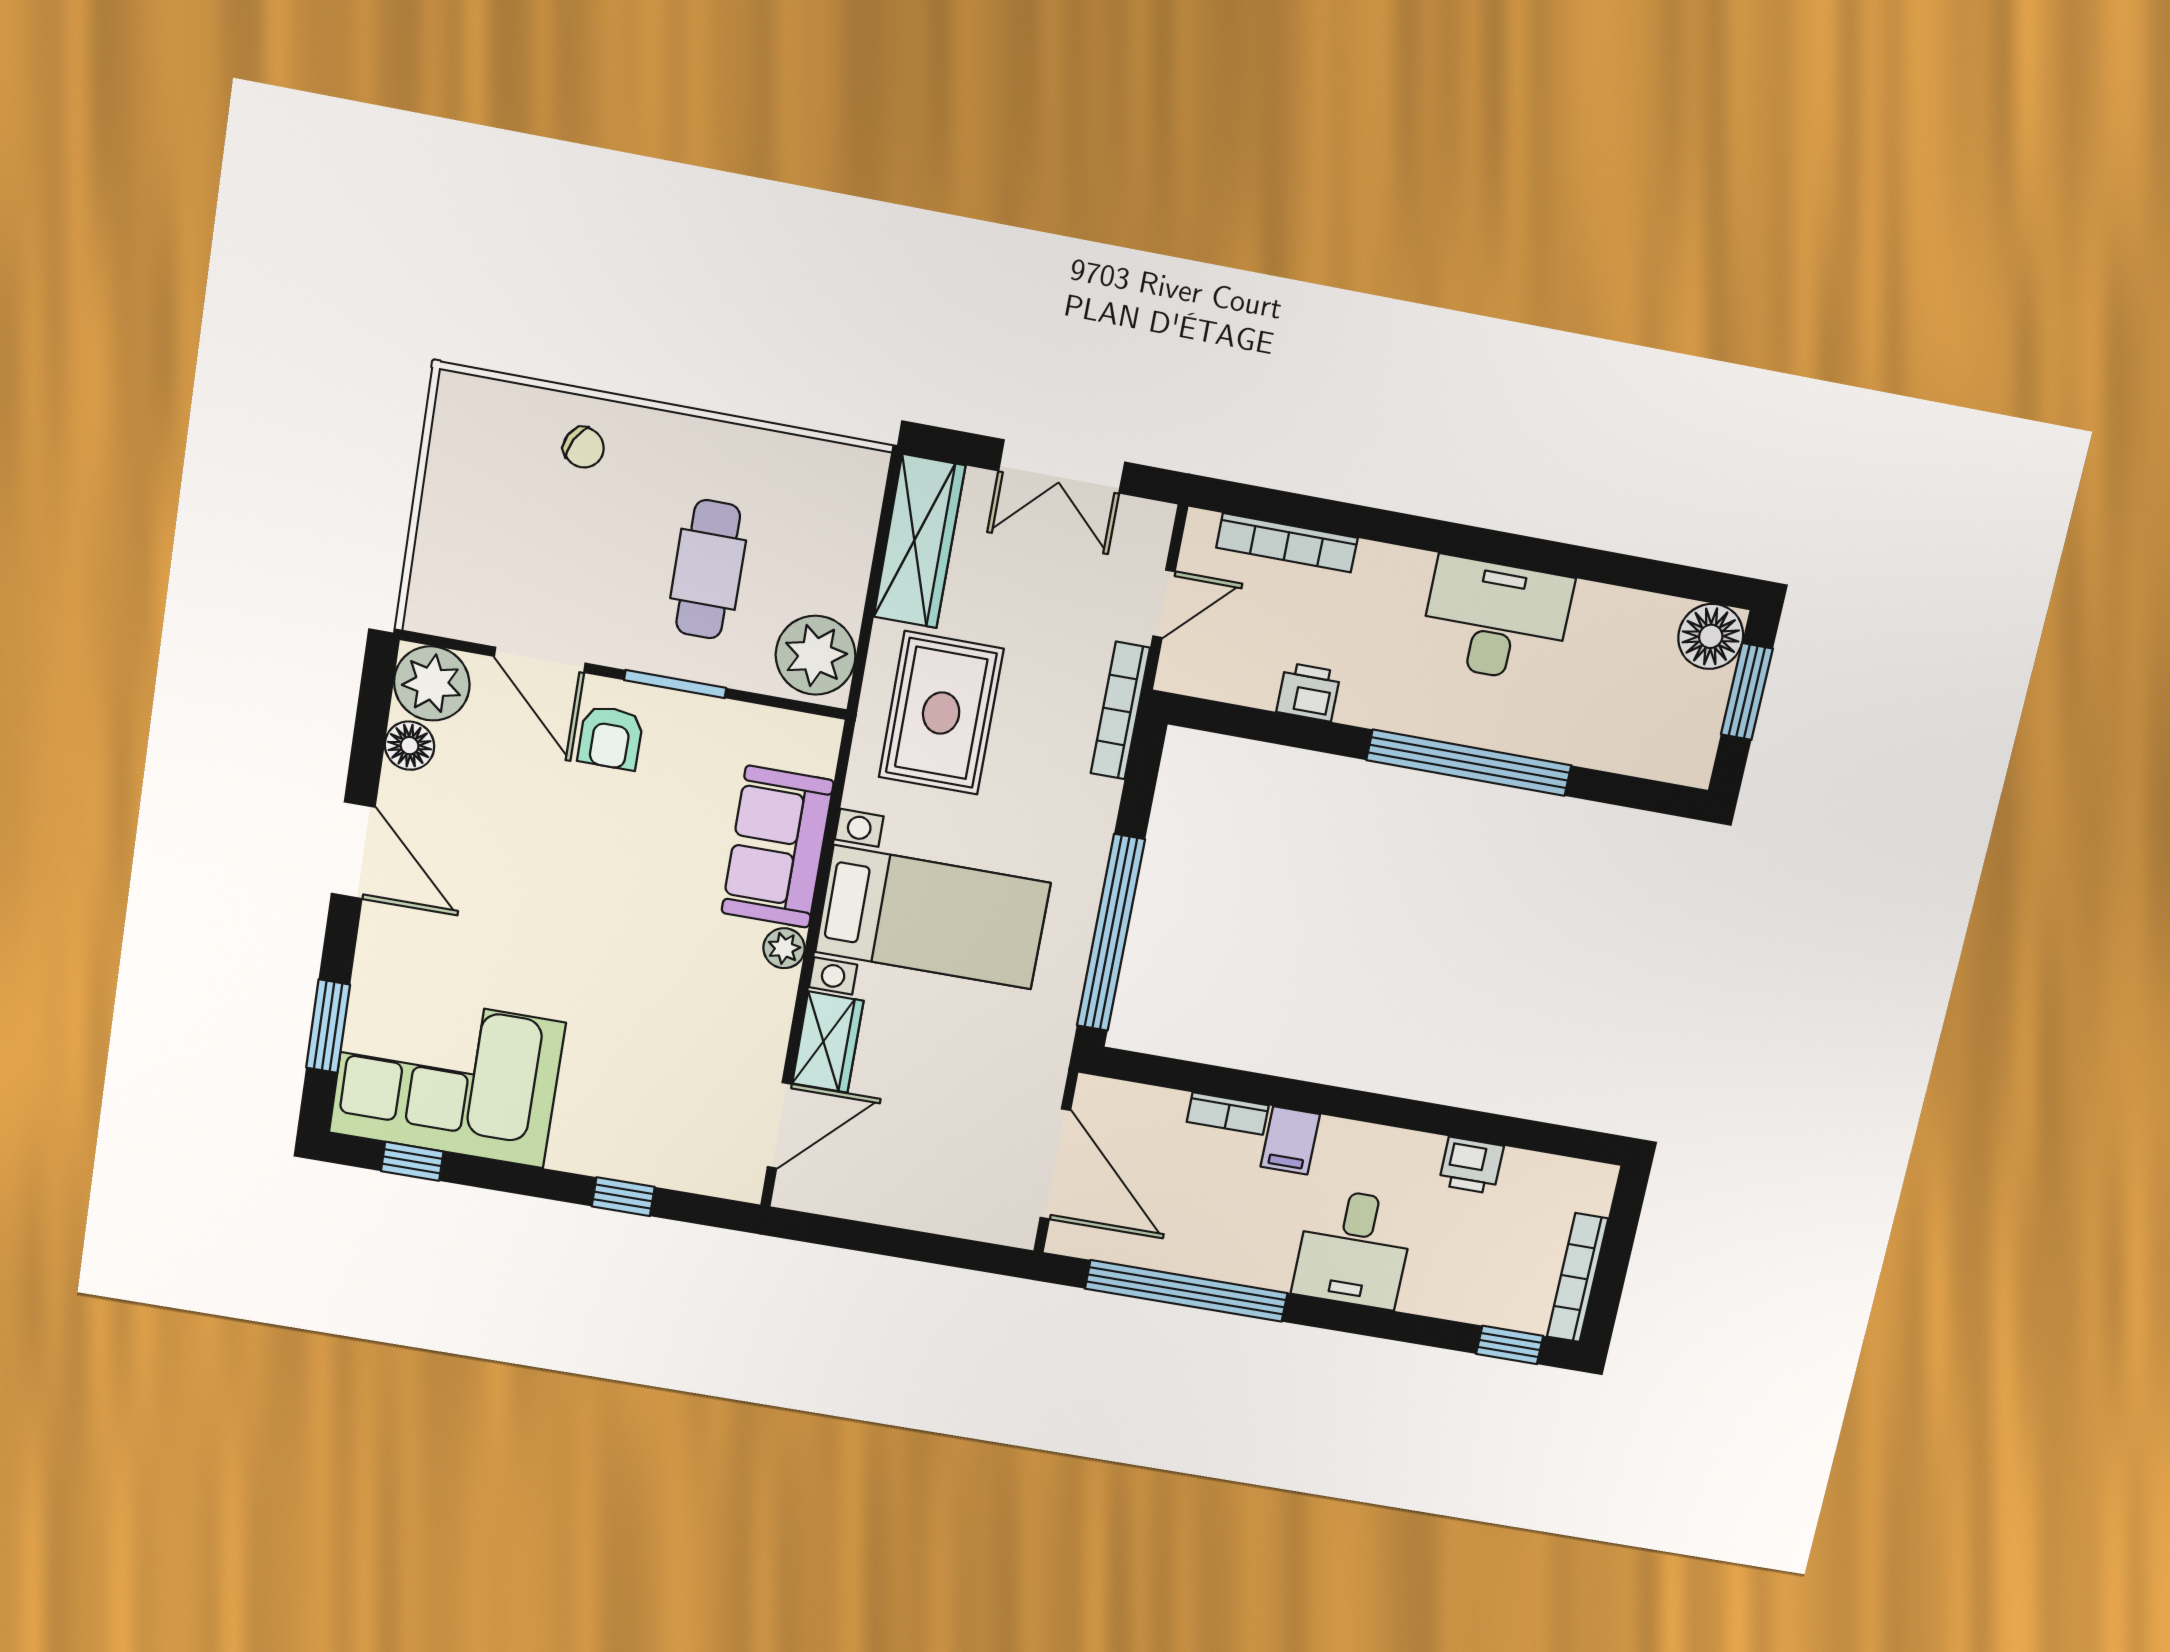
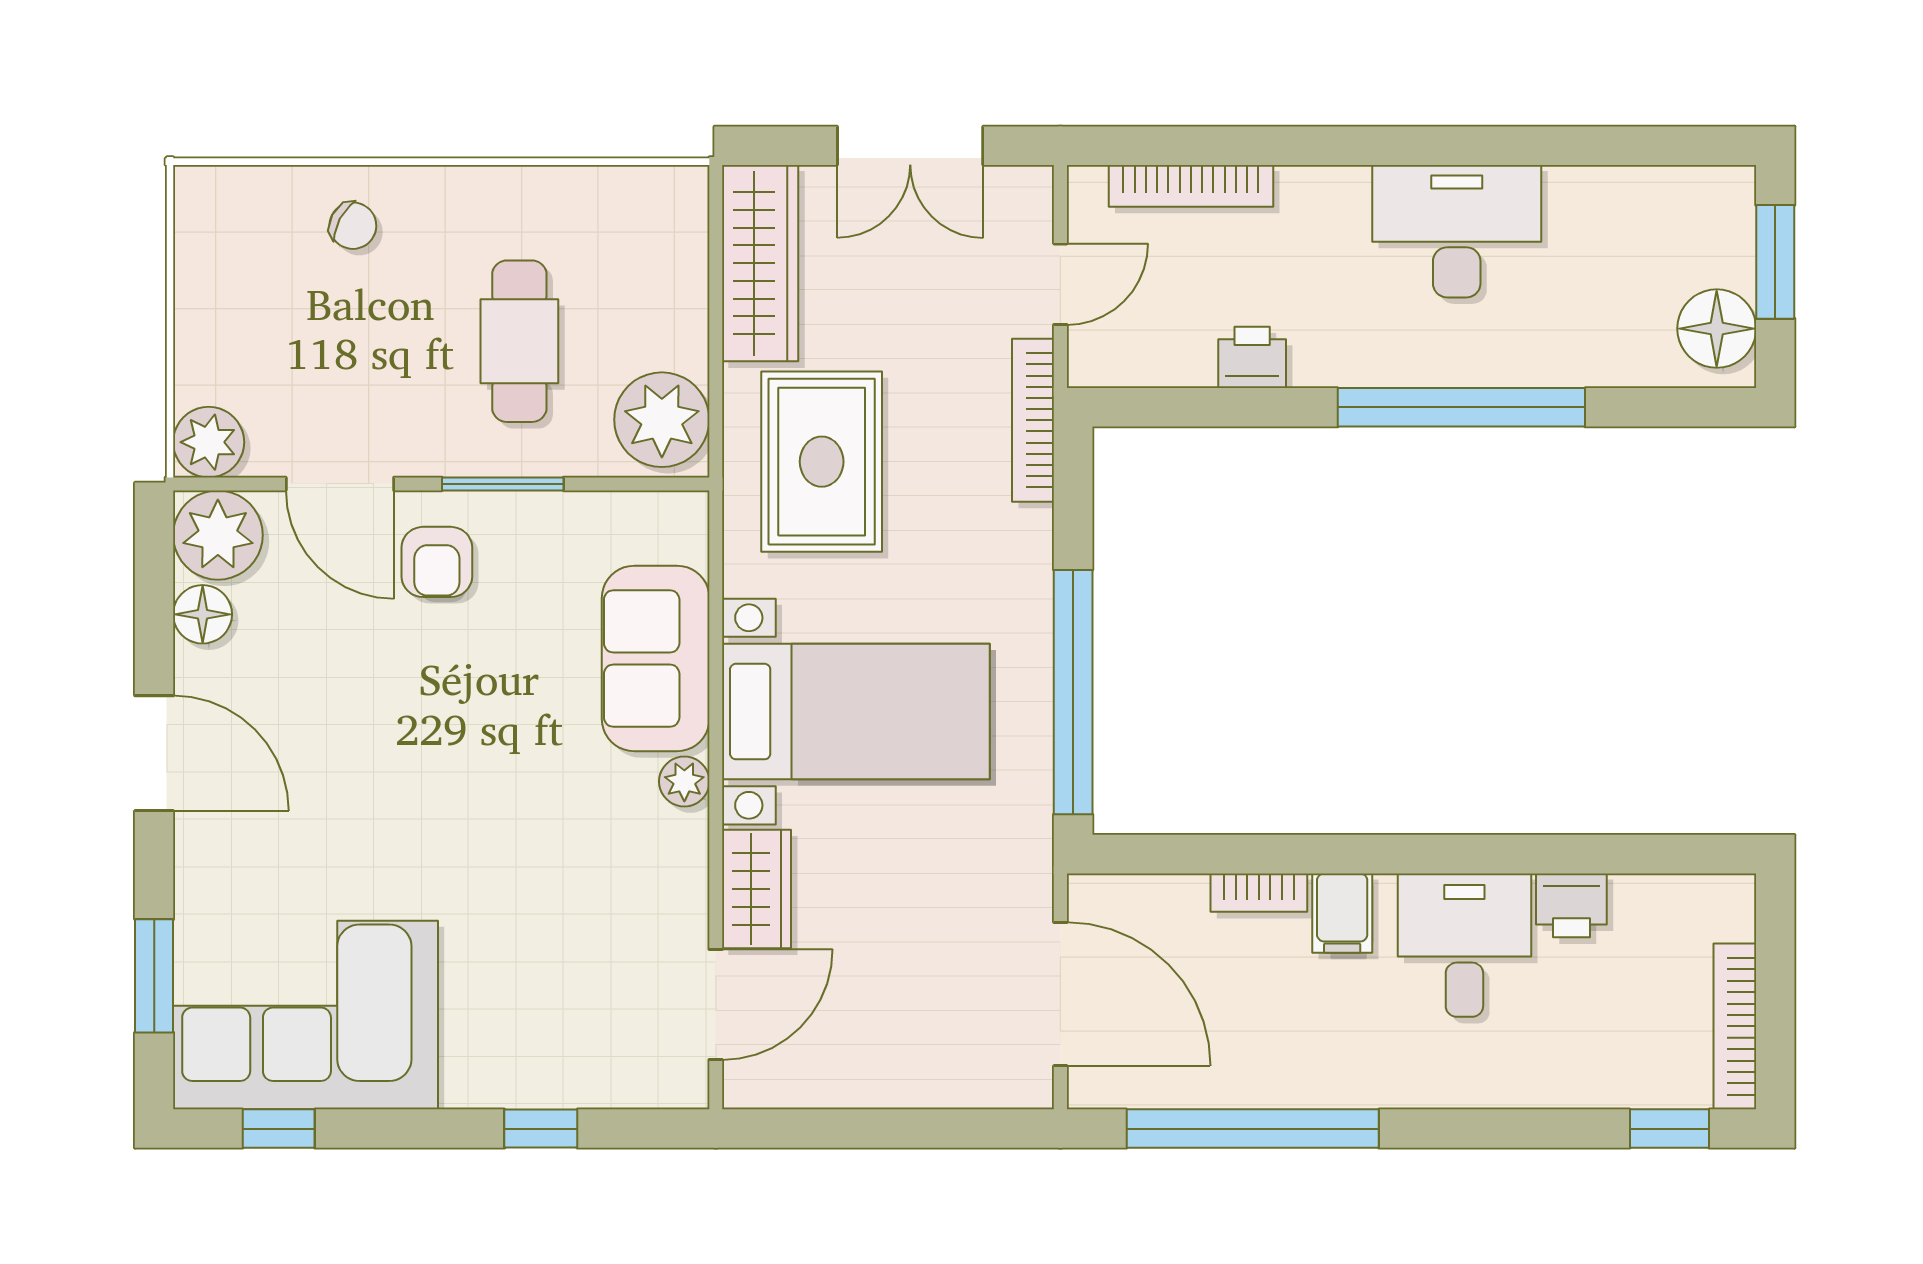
plant: (435, 606) -> (209, 442), added
floor lamp: (1711, 636) -> (1717, 329), moved
desk: (1354, 1249) -> (1464, 945), moved, turned 180

